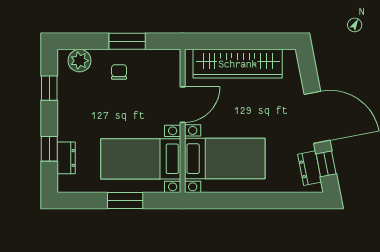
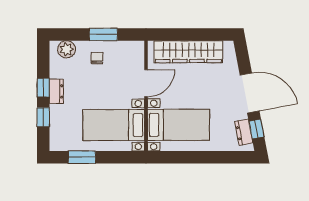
window: (49, 88) -> (43, 88), moved
dresser: (66, 158) -> (56, 91), moved
window: (125, 201) -> (82, 157), moved

